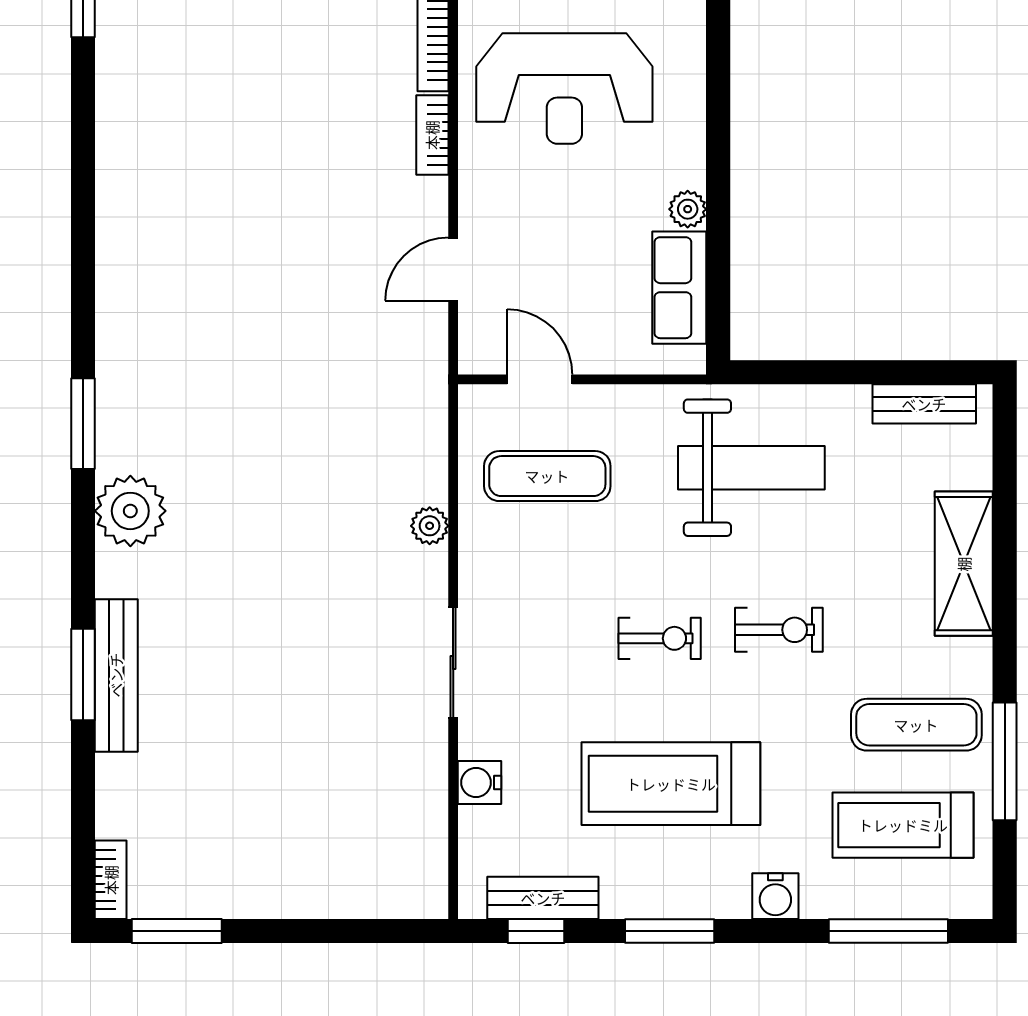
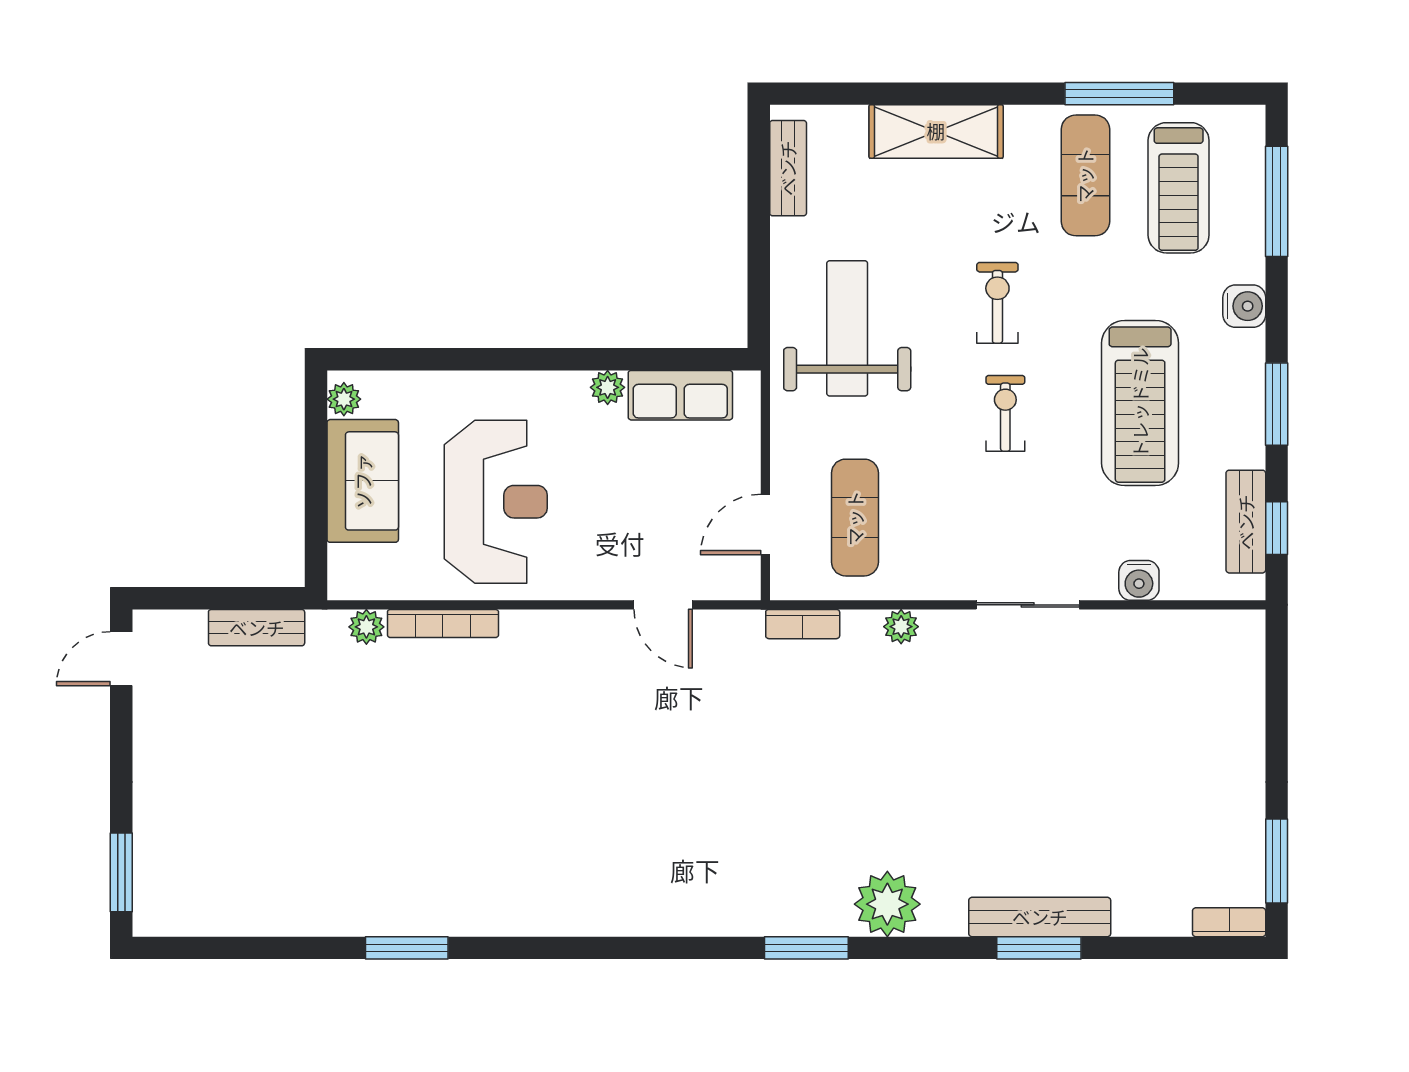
bookcase: (432, 135) -> (803, 624), moved

